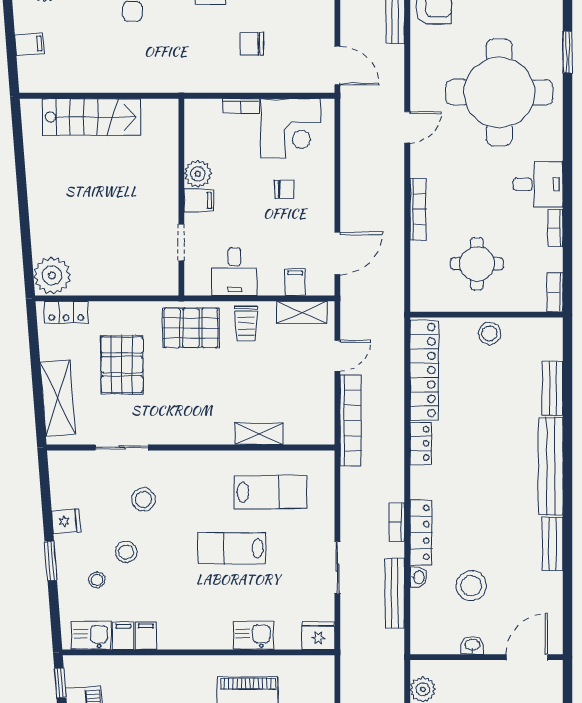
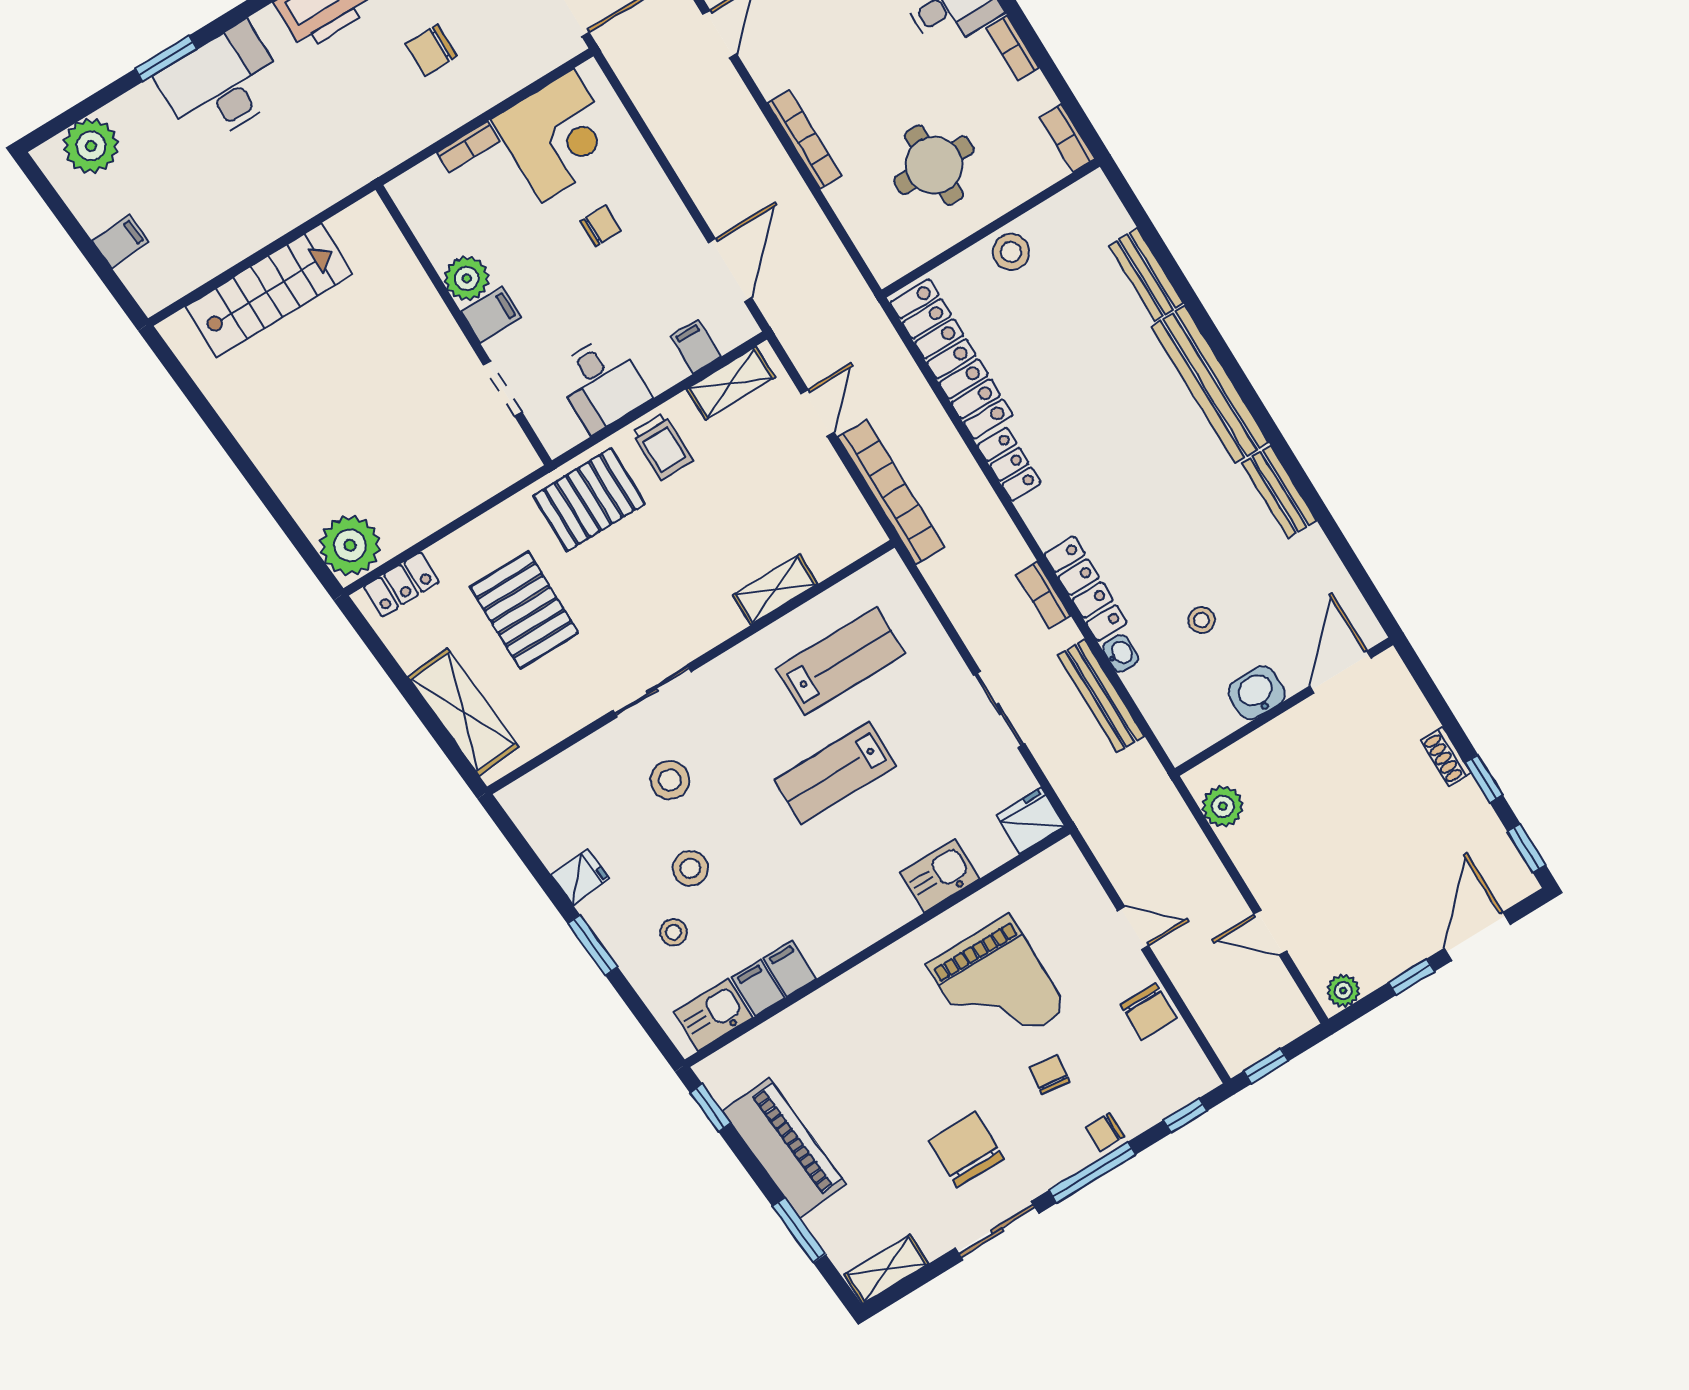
sliding door: (122, 447) -> (652, 691), moved
stool: (471, 586) -> (1202, 620), width x0.53, depth x0.53
washbasin: (472, 645) -> (1257, 693), width x1.38, depth x1.45

